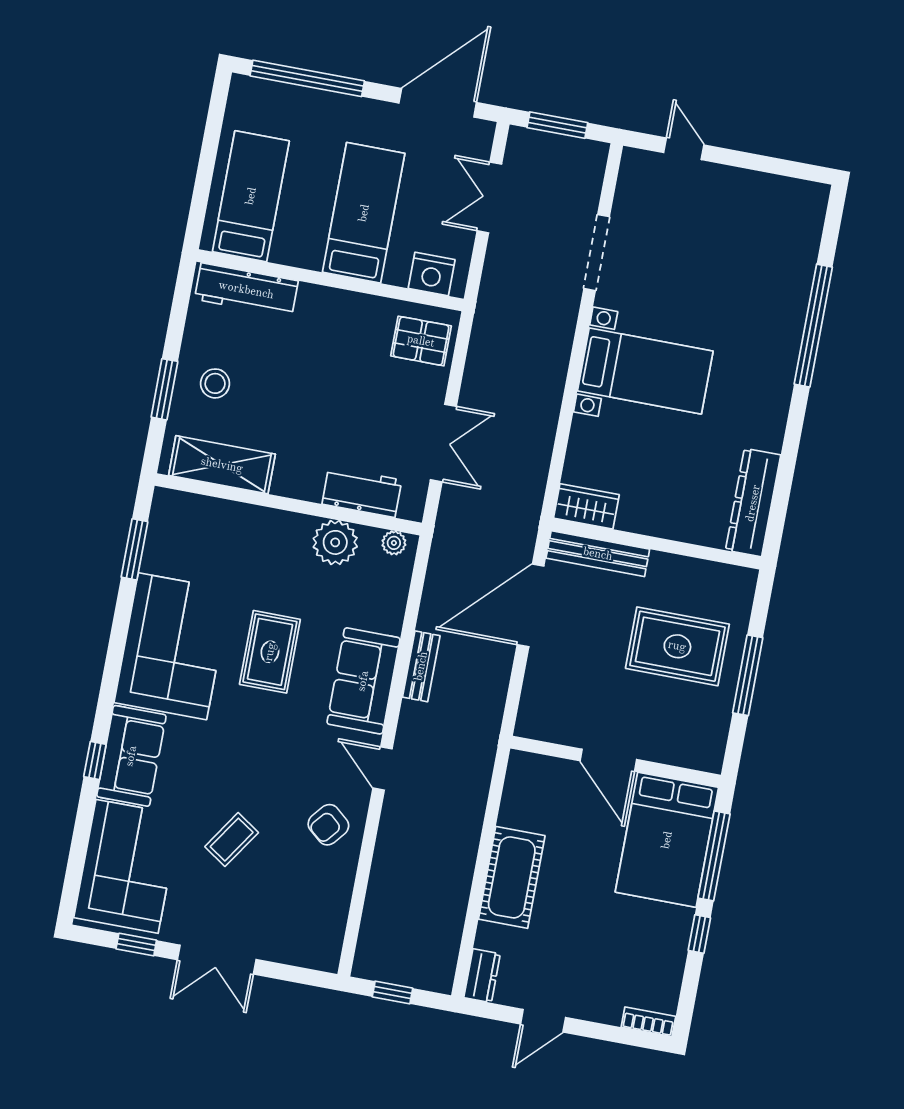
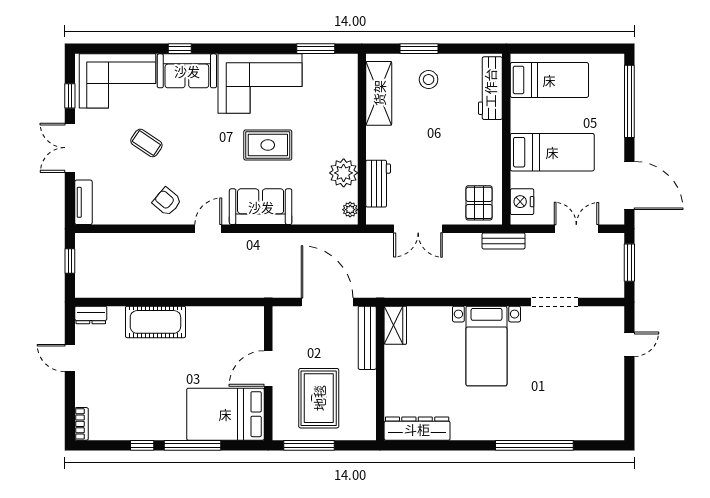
bench: (421, 666) -> (504, 241), moved
door: (608, 760) -> (268, 368), moved
wall: (616, 762) -> (268, 373), moved
bed: (667, 840) -> (225, 414), moved
tv unit: (305, 954) -> (83, 202), added

